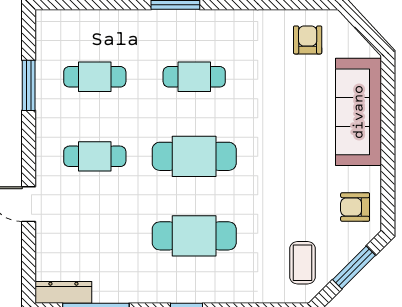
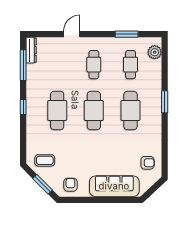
plant: (68, 24) -> (155, 52), added
cafe table: (194, 77) -> (131, 110), width x1.37, depth x1.35

